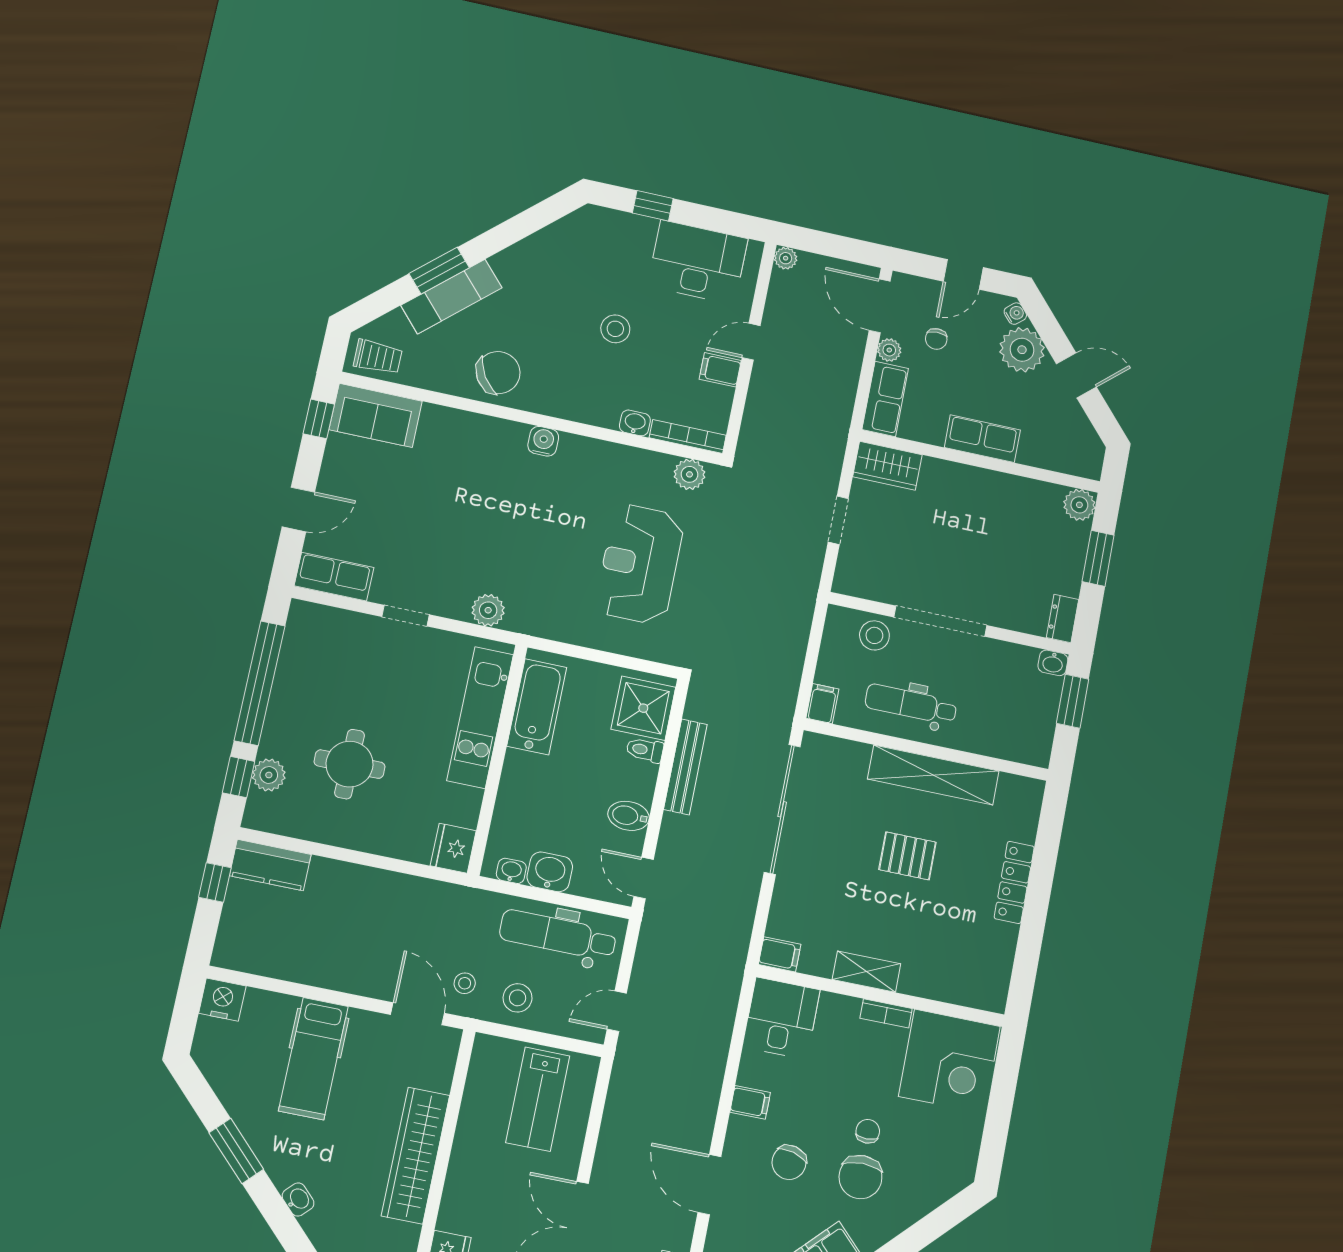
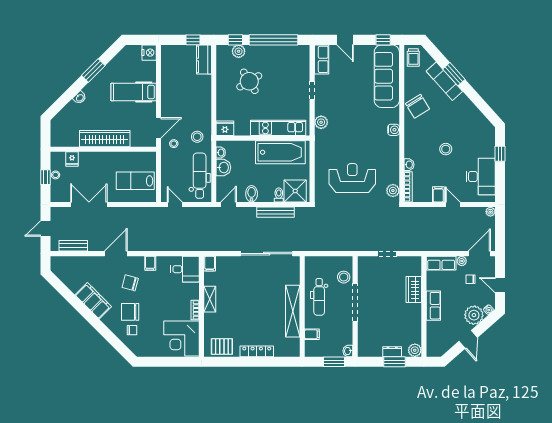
sofa: (376, 415) -> (387, 76), width x1.85, depth x1.27
wardrobe: (887, 466) -> (414, 290), moved
dresser: (1063, 619) -> (392, 352), moved
filing cabinet: (822, 704) -> (312, 334), moved
dental chair: (911, 704) -> (319, 297), turned 180
bathtub: (537, 707) -> (280, 152), width x1.36, depth x1.36
round table: (350, 764) -> (249, 81), turned -31
pallet: (907, 856) -> (222, 346), moved, turned 90
stool: (518, 998) -> (197, 137), moved
chair: (868, 1131) -> (132, 330), moved

